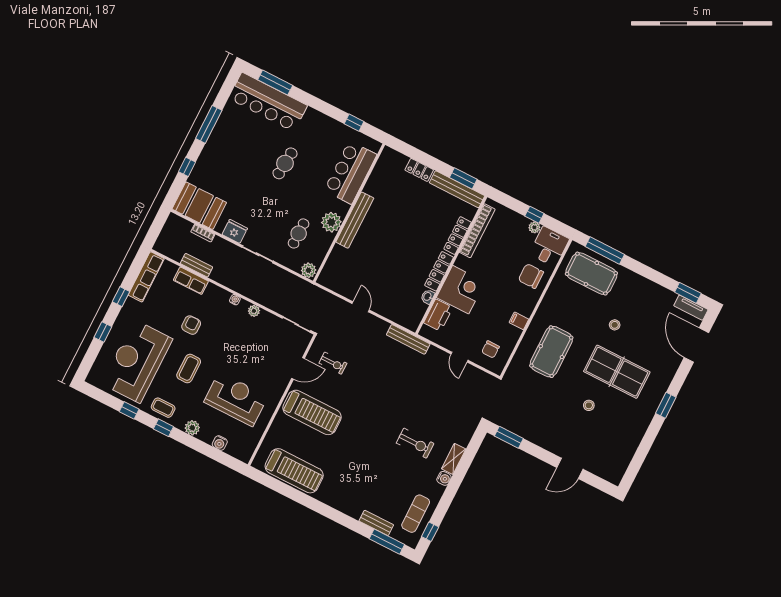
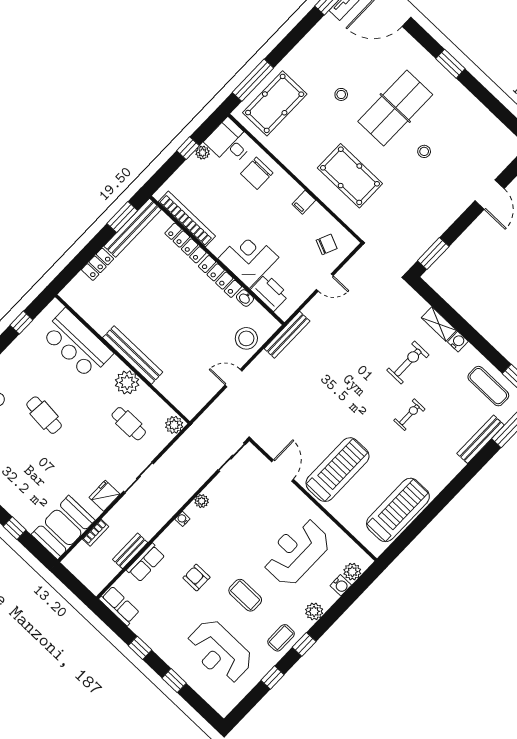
row of seats: (146, 277) -> (119, 606), width x0.68
stool: (396, 307) -> (246, 338), added
chair: (491, 349) -> (327, 244), turned -67
reception desk: (137, 361) -> (219, 652), width x0.74, depth x0.77
exercise bike: (333, 363) -> (409, 415), moved
plant: (233, 449) -> (352, 572), added
bench: (376, 523) -> (481, 439), width x1.36

